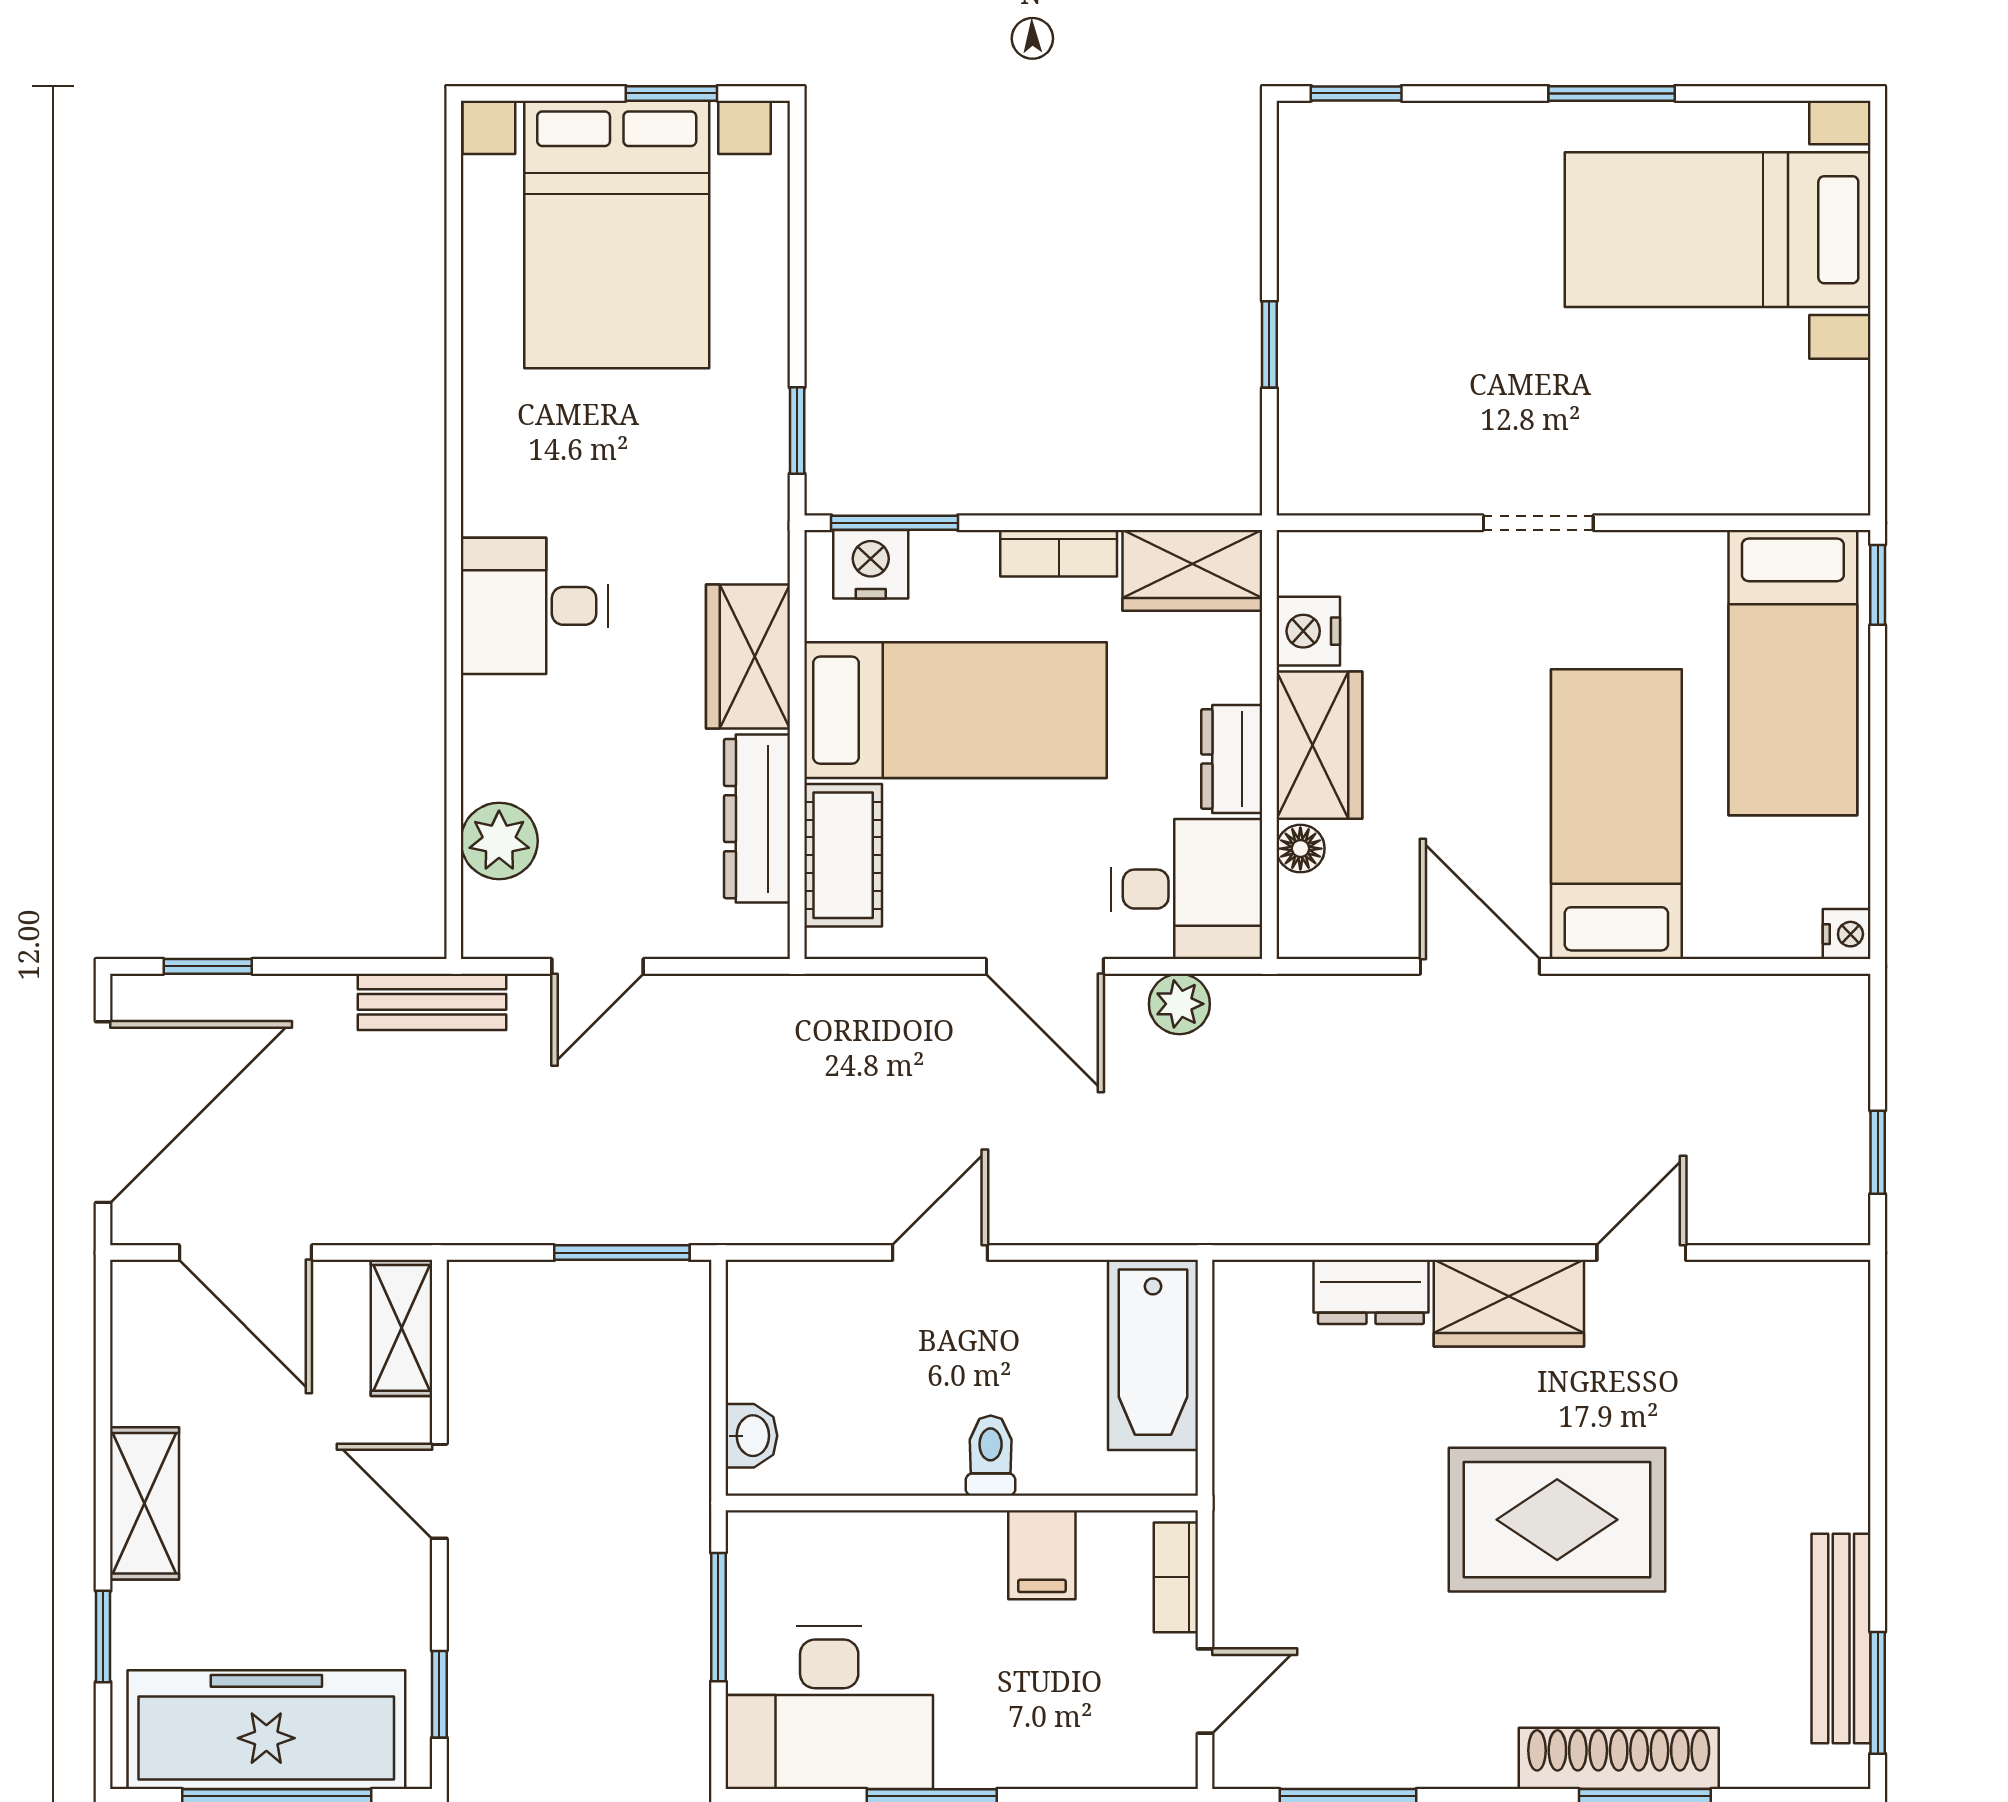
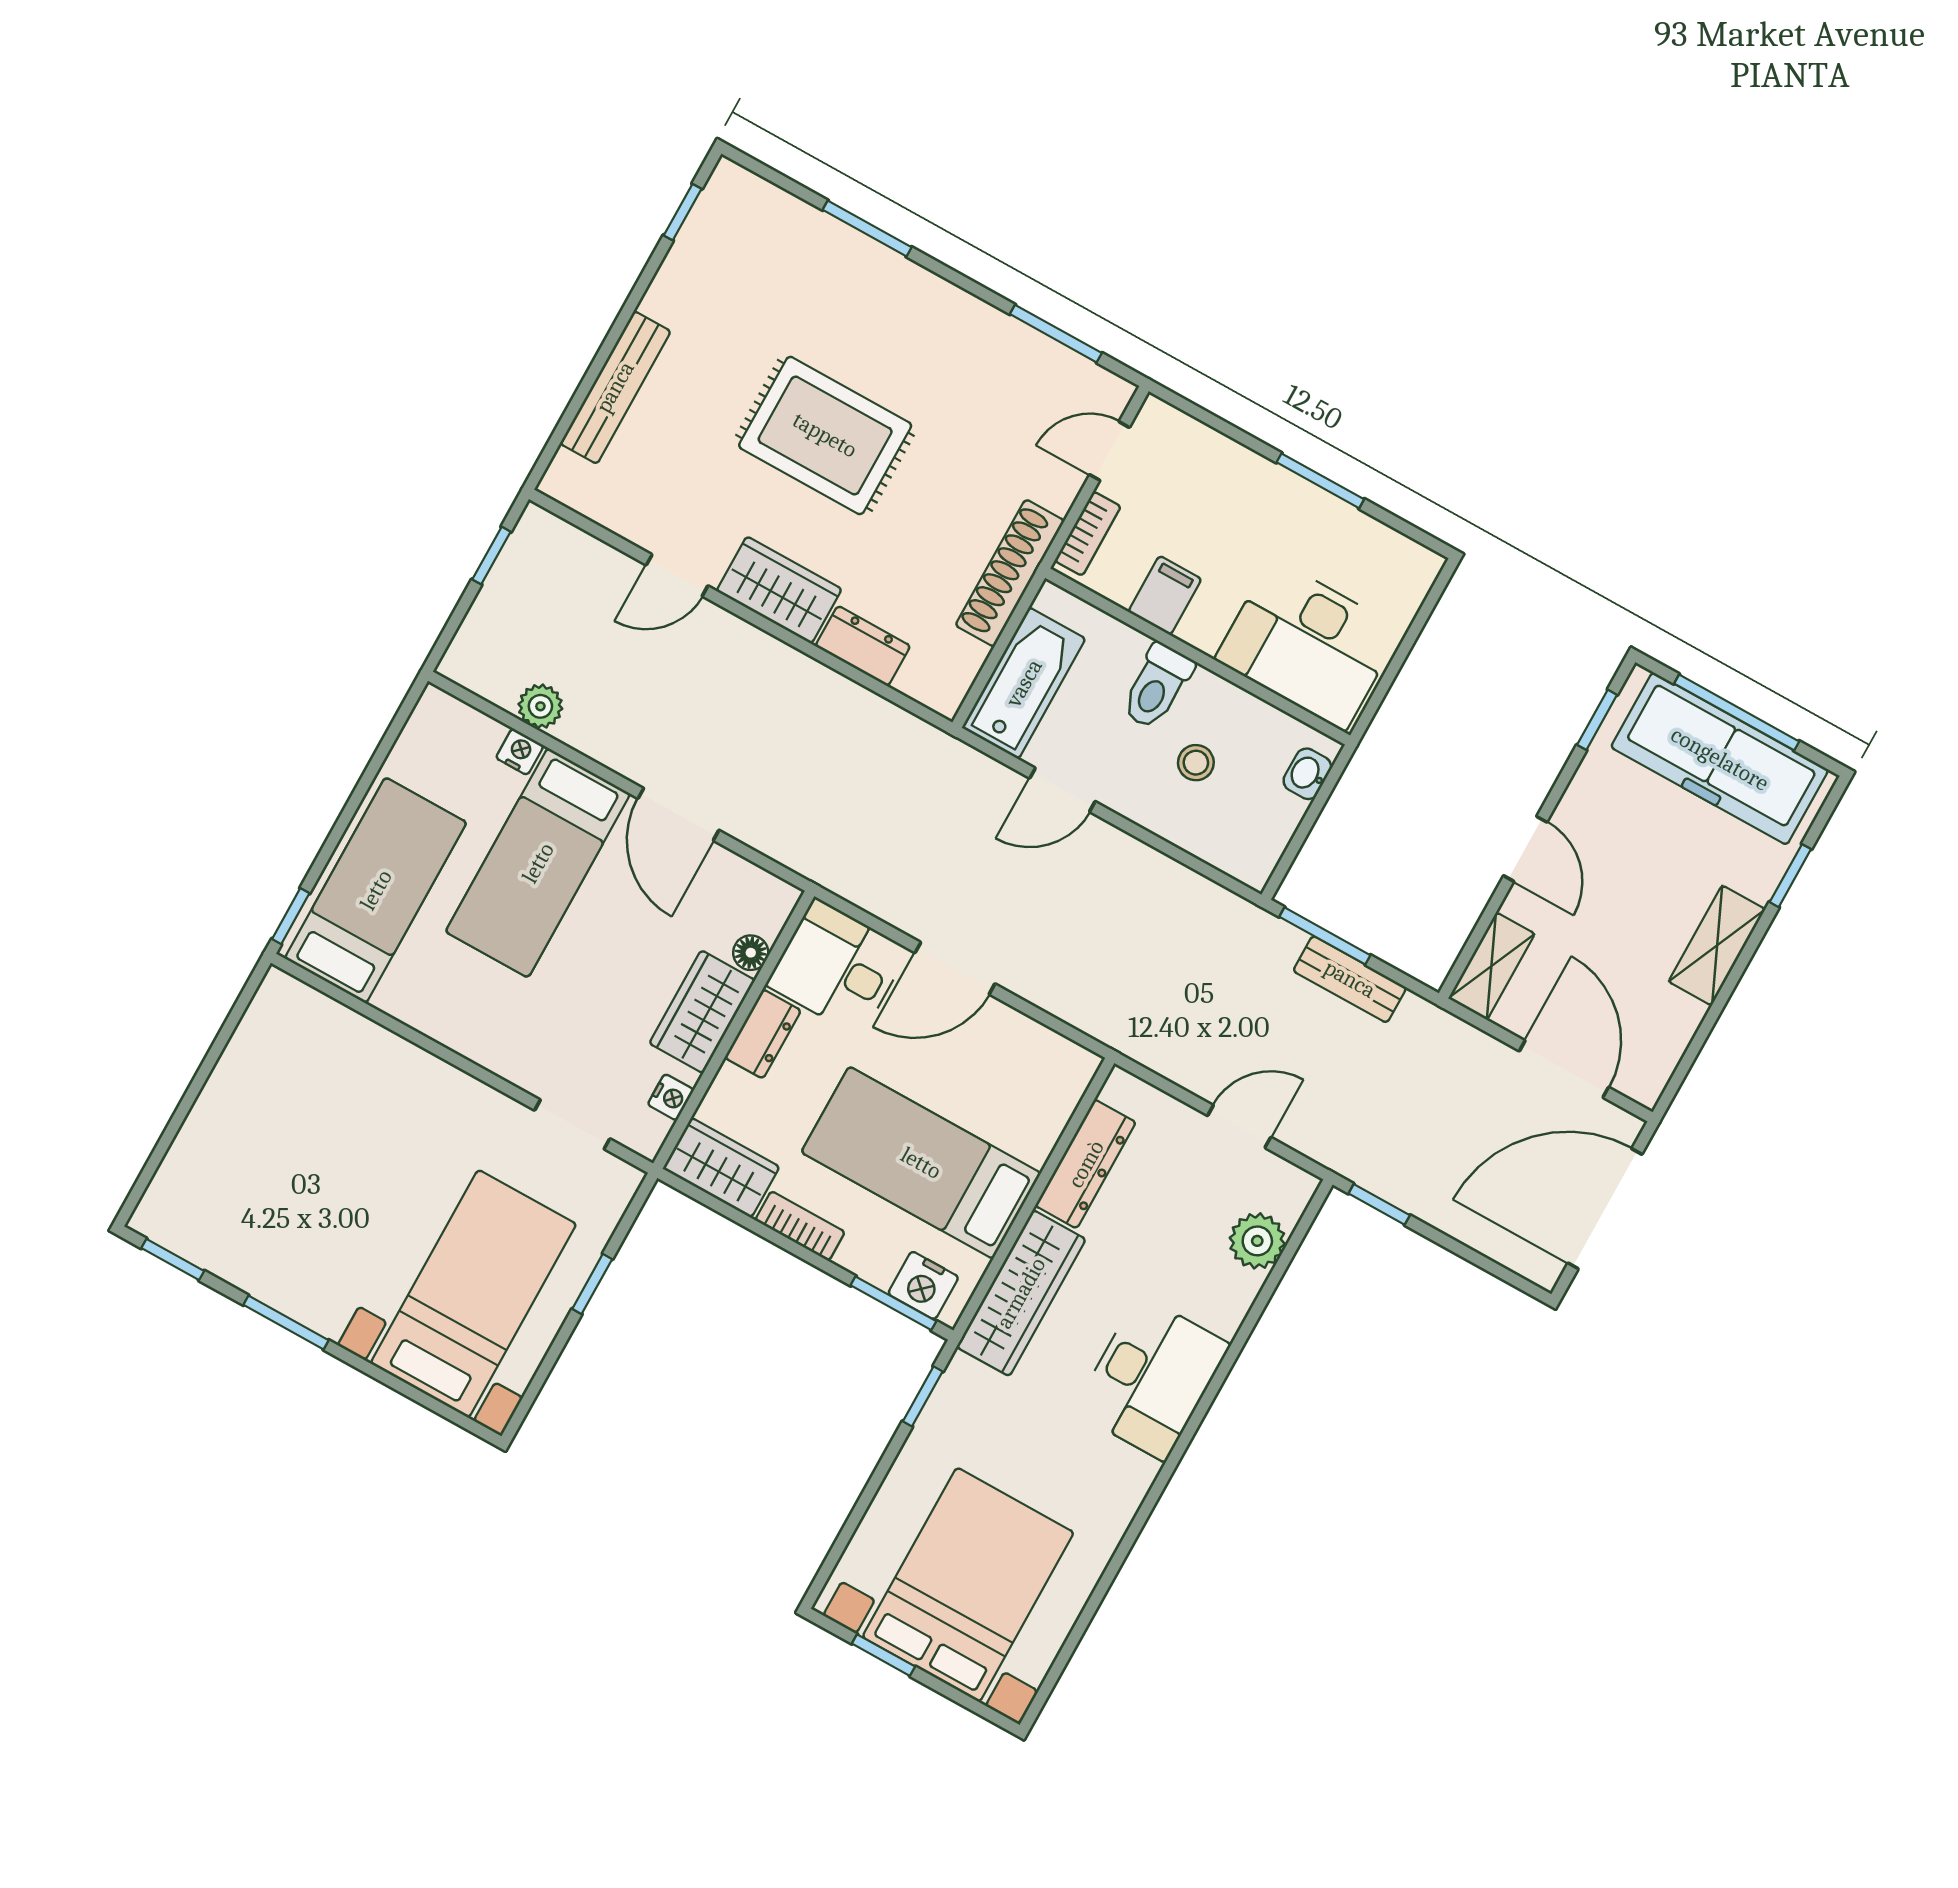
window: (1356, 93) -> (173, 1259), moved
bed with nightstands: (1718, 230) -> (473, 1294), moved, turned -90
doorway: (1538, 523) -> (572, 1124), moved
desk: (534, 606) -> (1152, 1378), width x1.37
nightstand: (1308, 631) -> (671, 1097), width x0.72, depth x0.74
wardrobe: (748, 657) -> (1021, 1293), width x1.50
cot: (843, 855) -> (1044, 1110), removed
nightstand: (1847, 934) -> (520, 752), moved, turned 90
window: (208, 966) -> (1379, 1204), moved
door: (1045, 966) -> (955, 968), swing flipped
bench: (432, 1002) -> (1350, 979), moved
plant: (1179, 1004) -> (540, 706), moved
door: (940, 1253) -> (1062, 790), moved
stool: (893, 1375) -> (1196, 763), added
toilet: (991, 1456) -> (1157, 686), width x1.37, depth x1.39
window: (718, 1617) -> (1392, 670), removed
bench: (1841, 1638) -> (615, 387), moved
window: (1878, 1693) -> (683, 212), width x0.67
desk: (829, 1708) -> (1308, 644), moved, turned 180
shoe rack: (1619, 1758) -> (1010, 573), moved, turned 90

